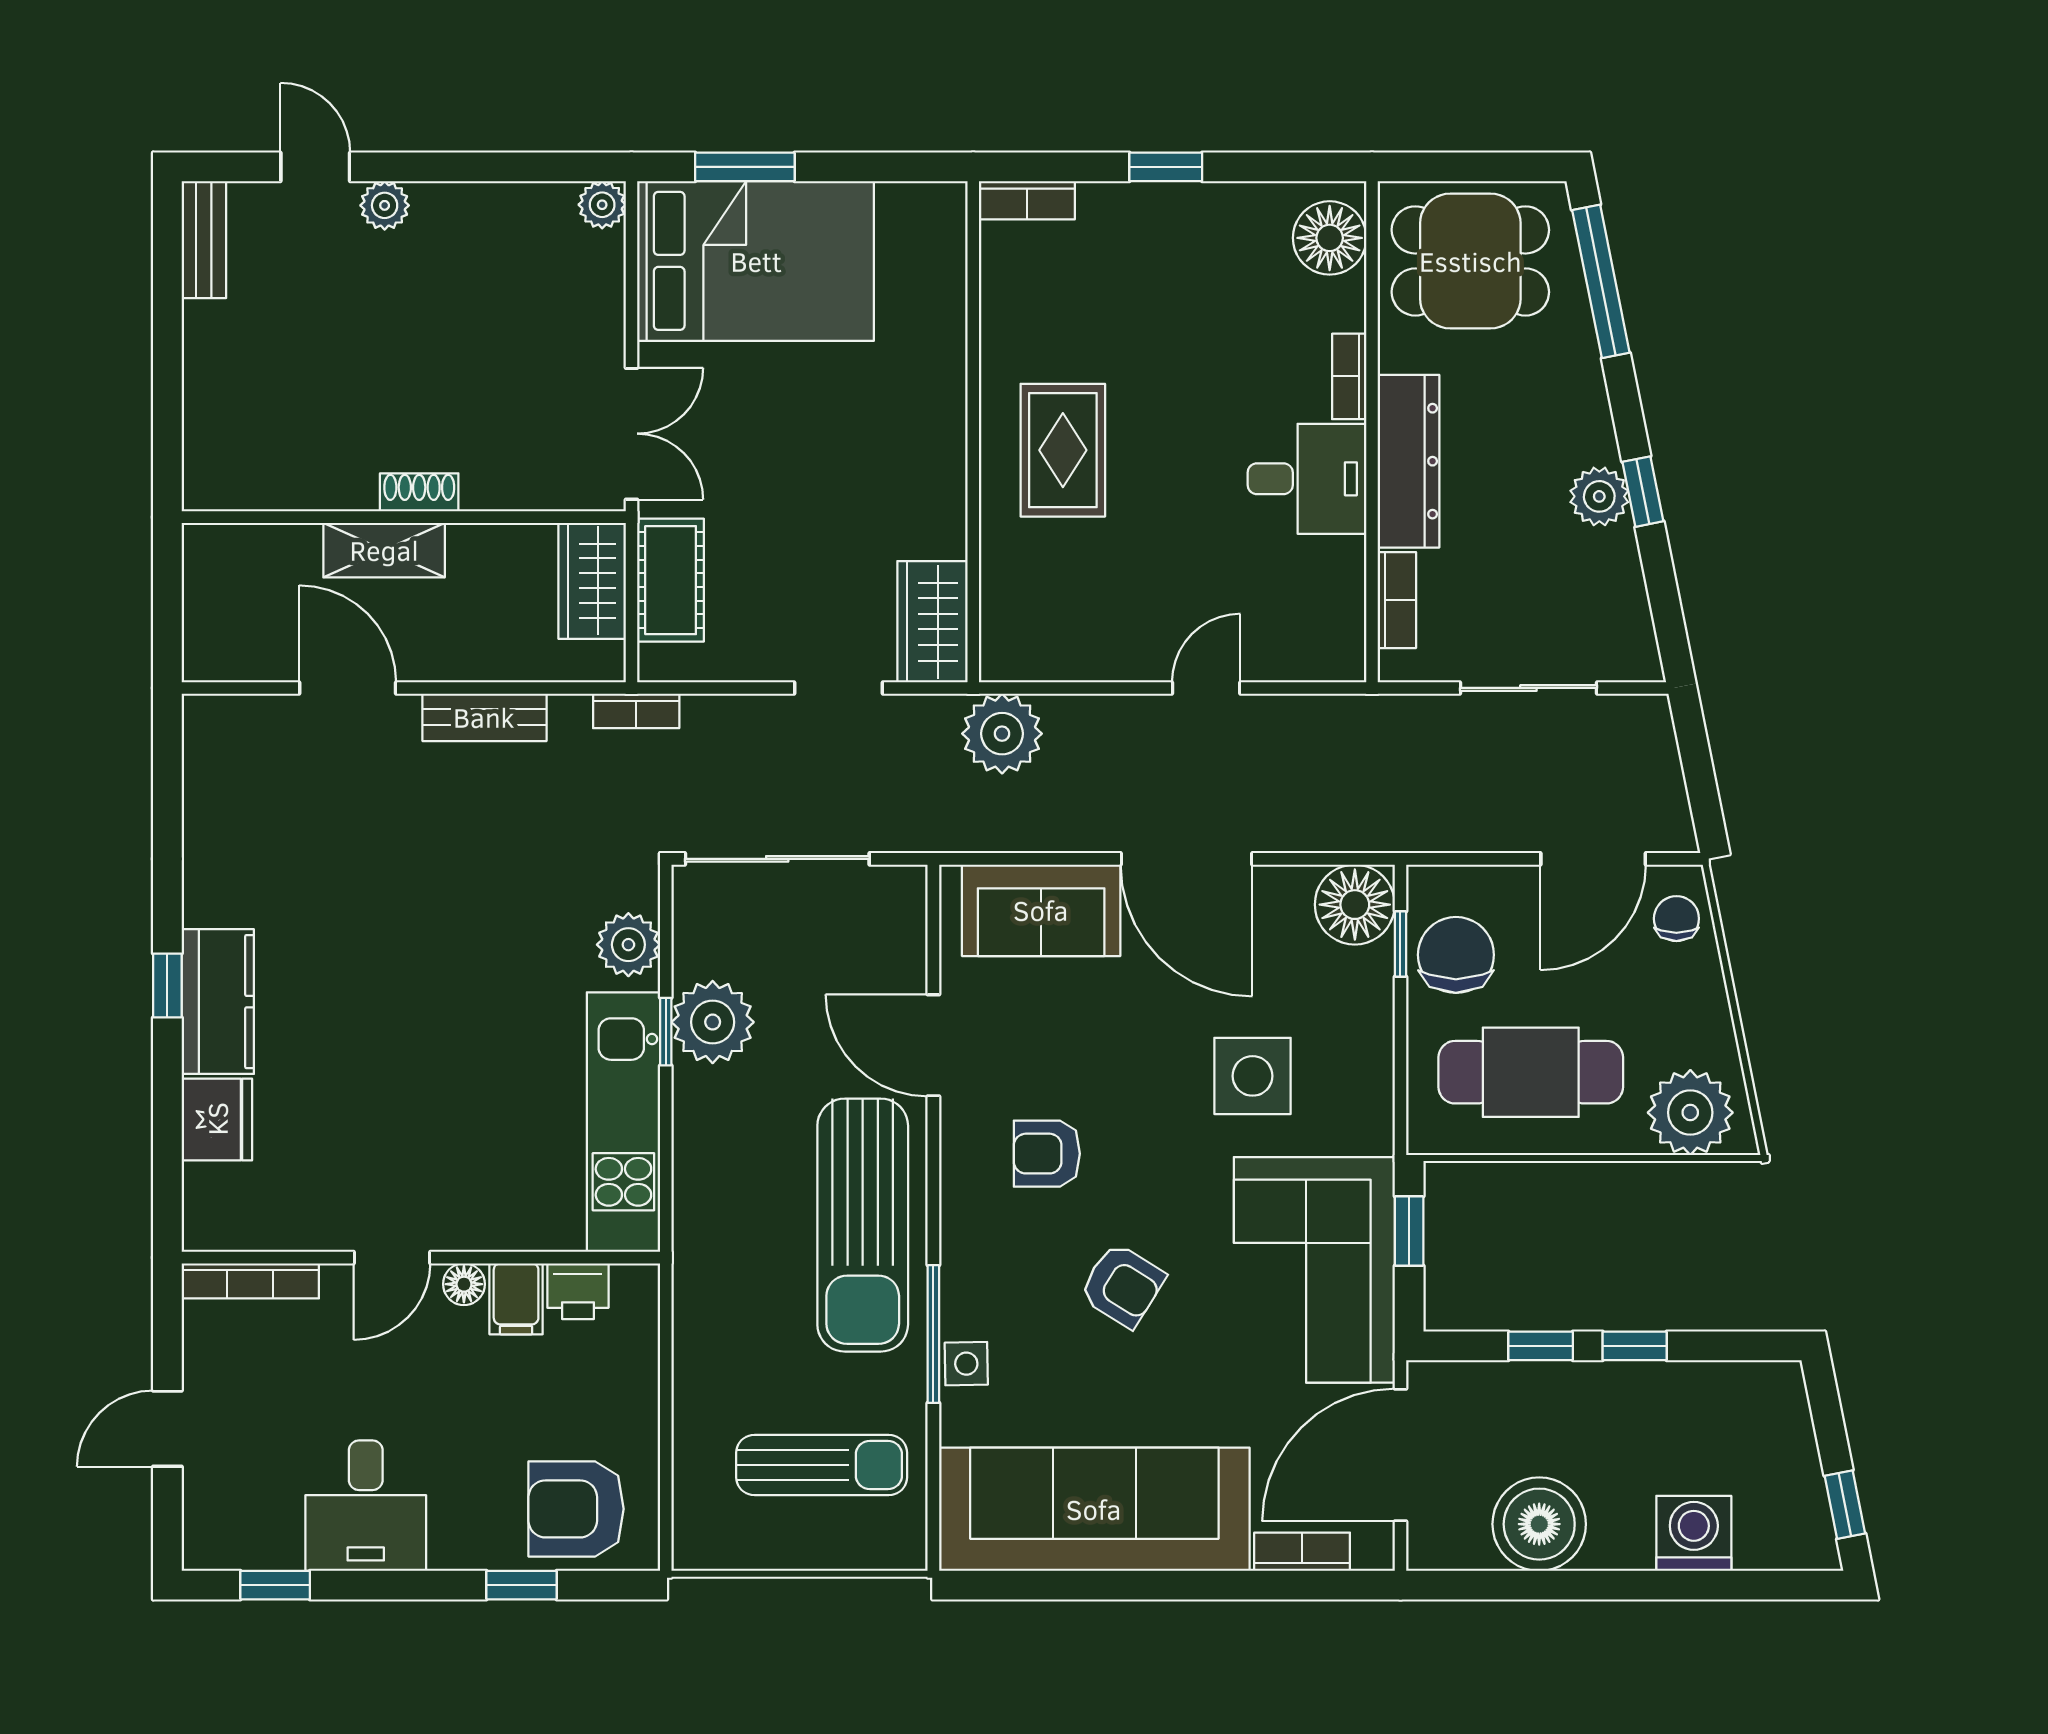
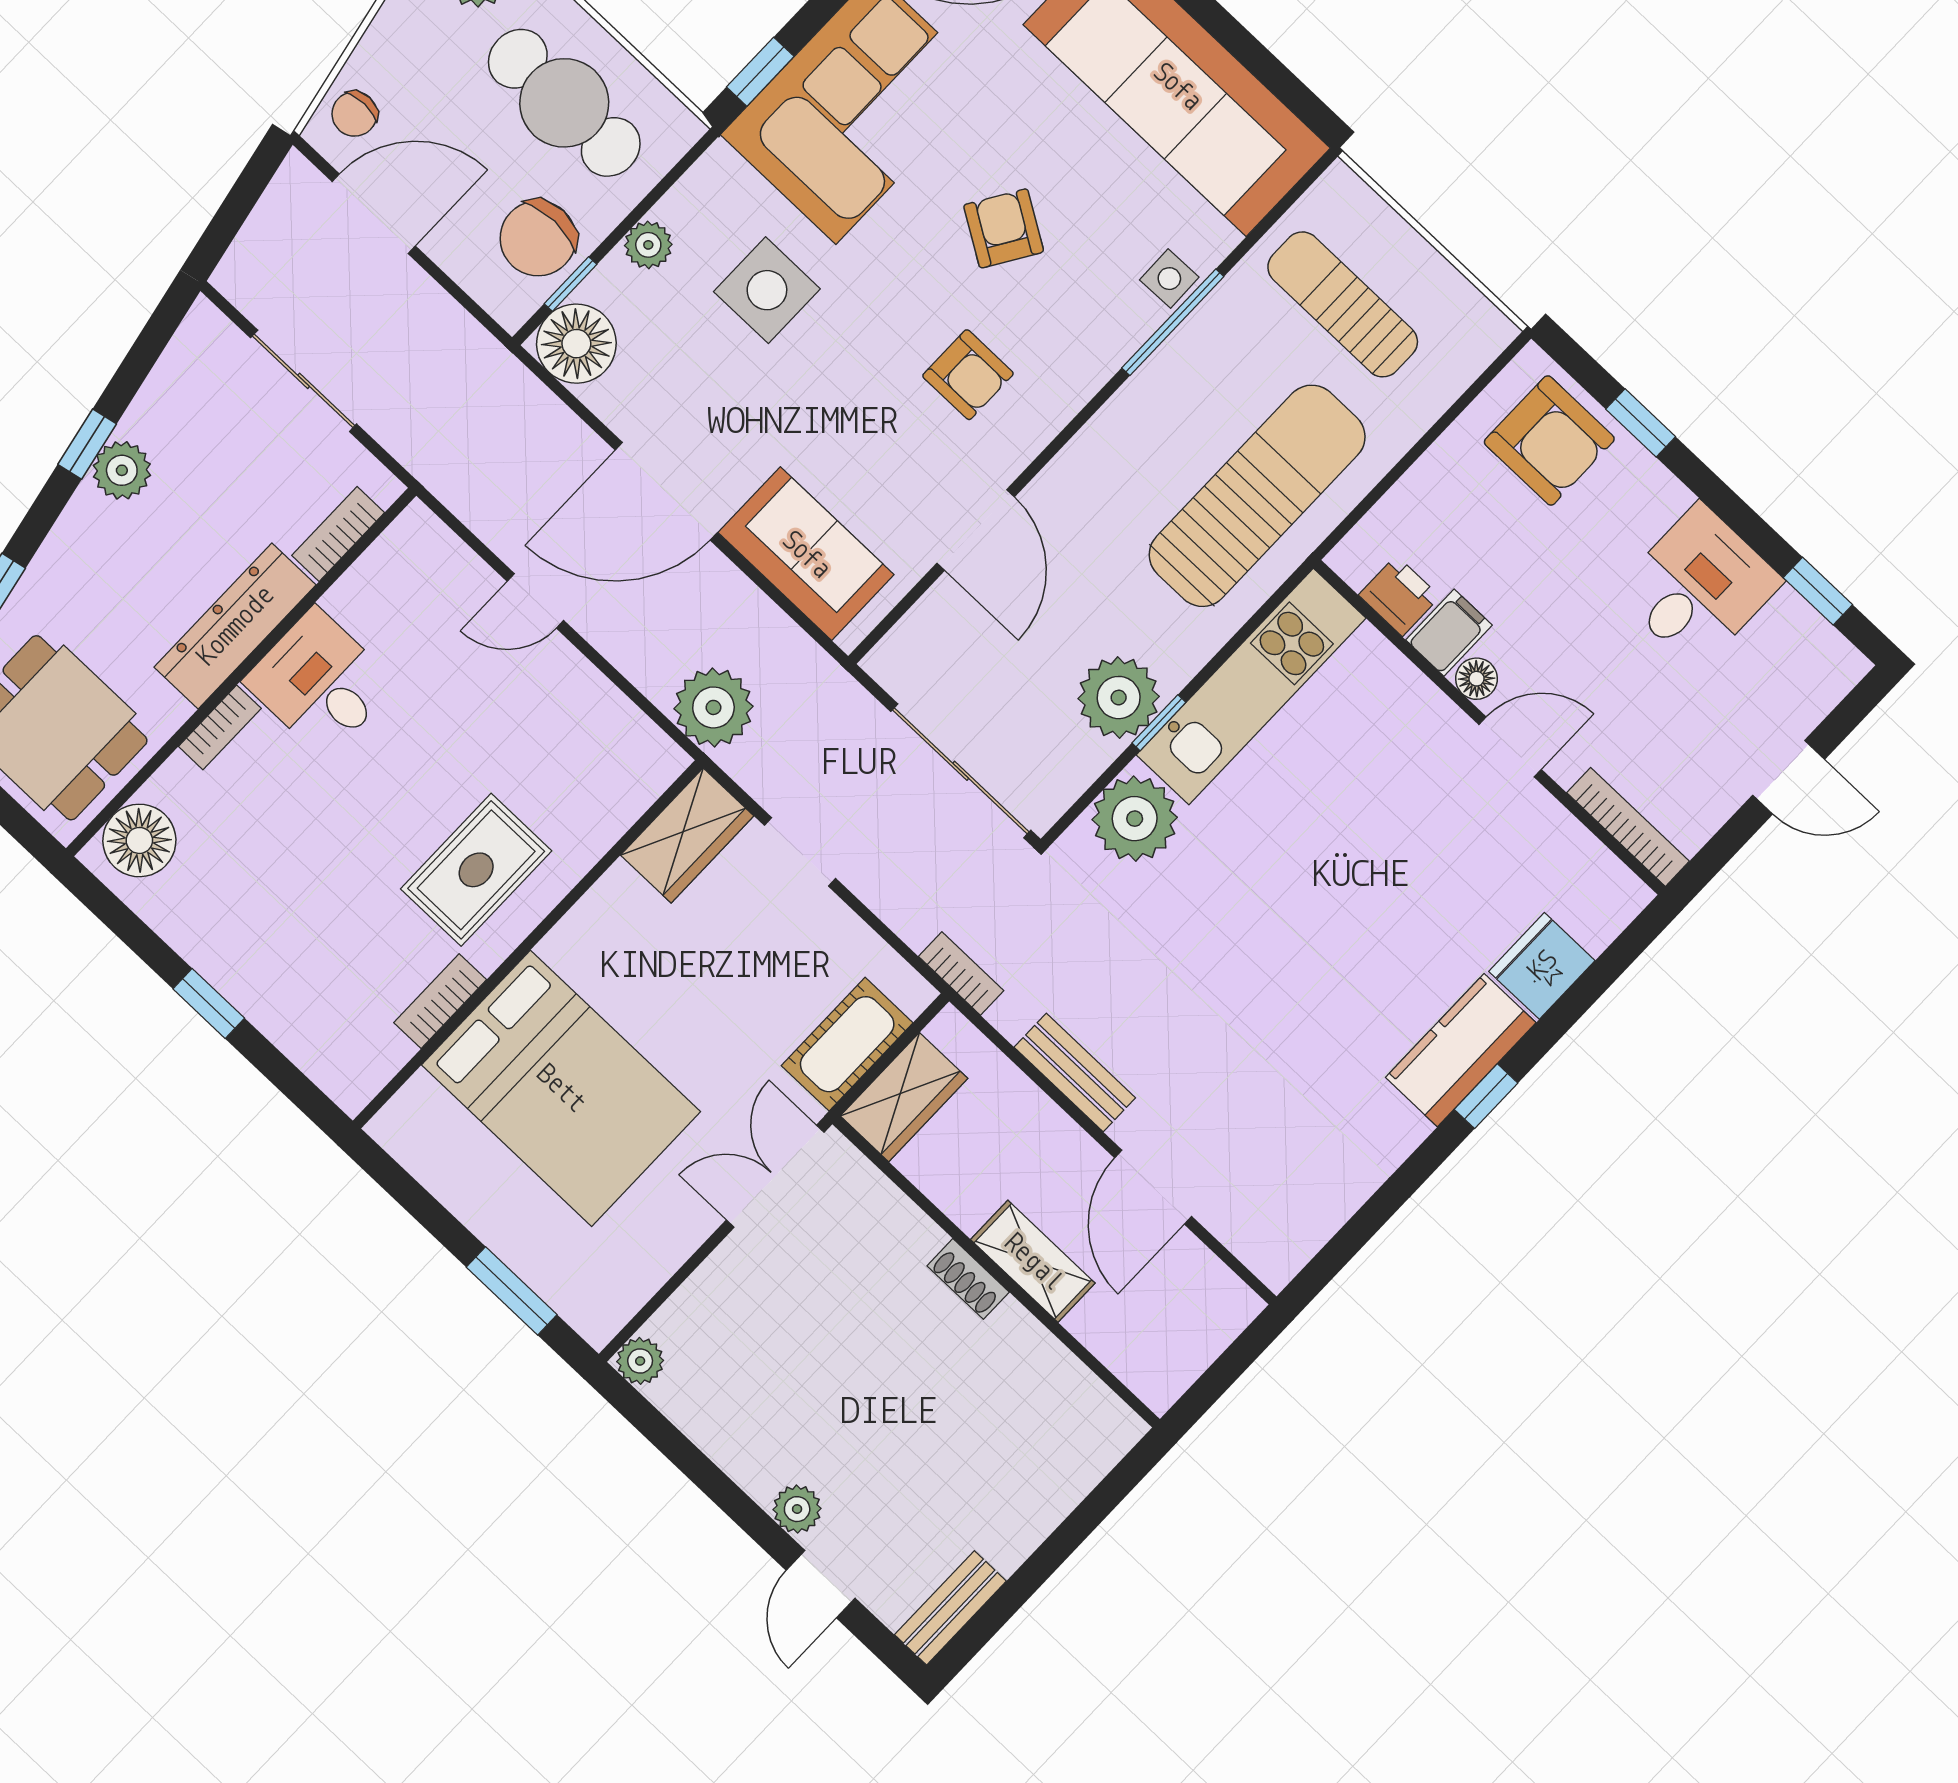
bookcase: (1027, 200) -> (440, 1001), moved, turned -90
bed: (756, 261) -> (561, 1088), moved, turned 180
door: (1187, 859) -> (666, 491), swing flipped
plant: (628, 945) -> (1135, 819), width x1.36, depth x1.36
plant: (1371, 1027) -> (648, 245), added
sun lounger: (863, 1225) -> (1257, 496), moved

